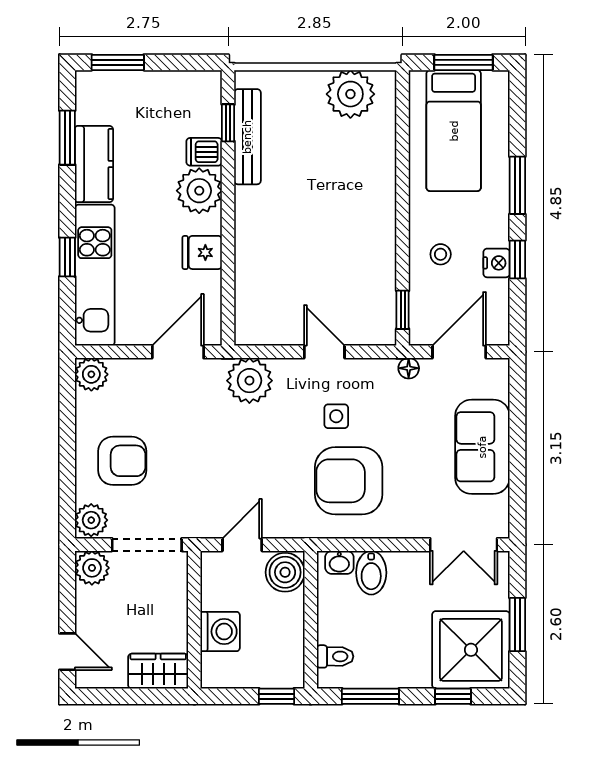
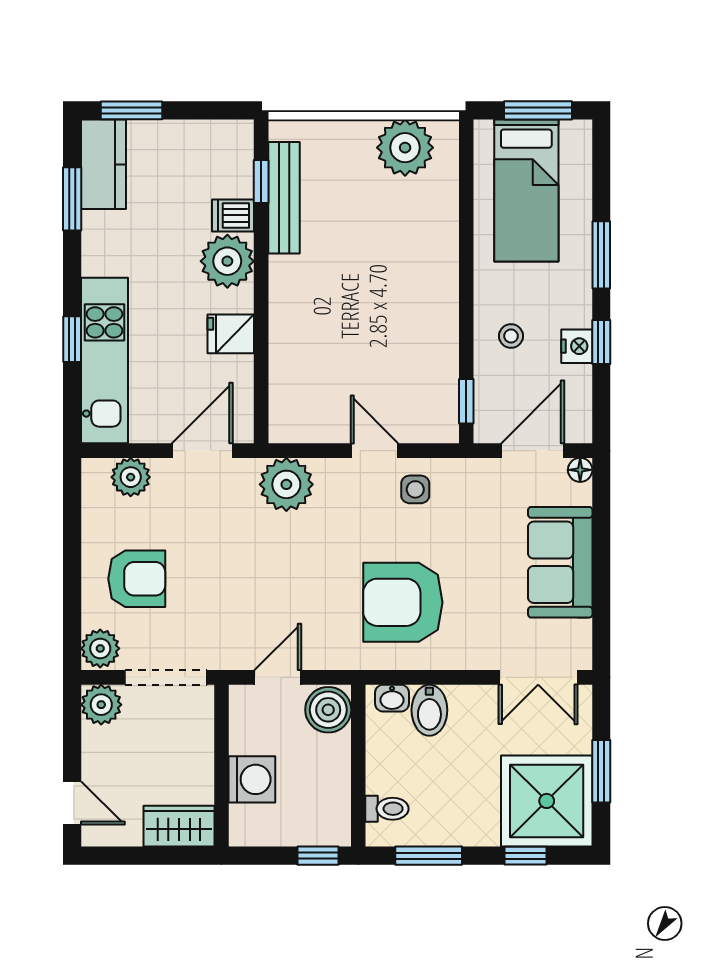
kitchen counter: (94, 164) -> (104, 164), moved
floor lamp: (409, 368) -> (580, 470), moved
plant: (91, 374) -> (131, 477), moved
side table: (336, 416) -> (415, 489), moved

